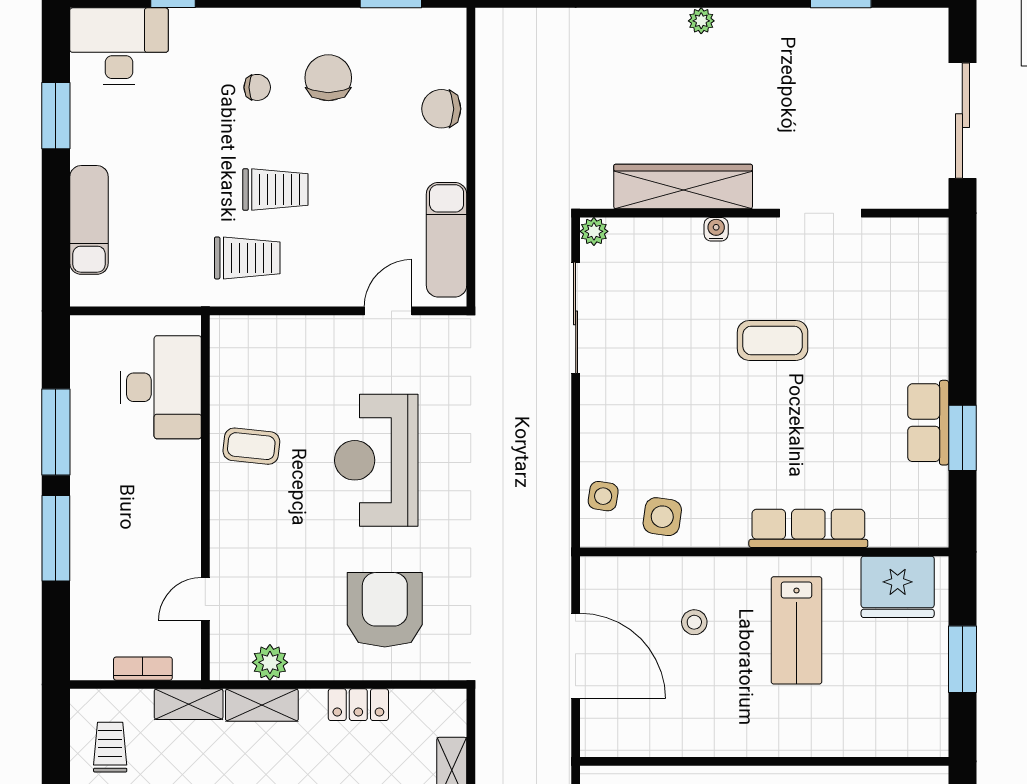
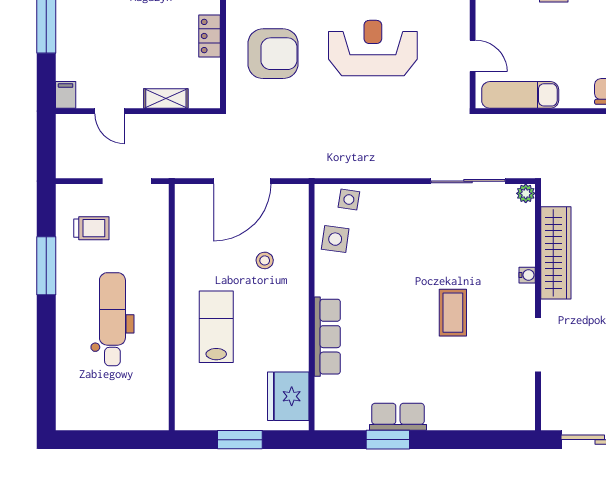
lab bench: (797, 630) -> (216, 327), moved, turned 90

